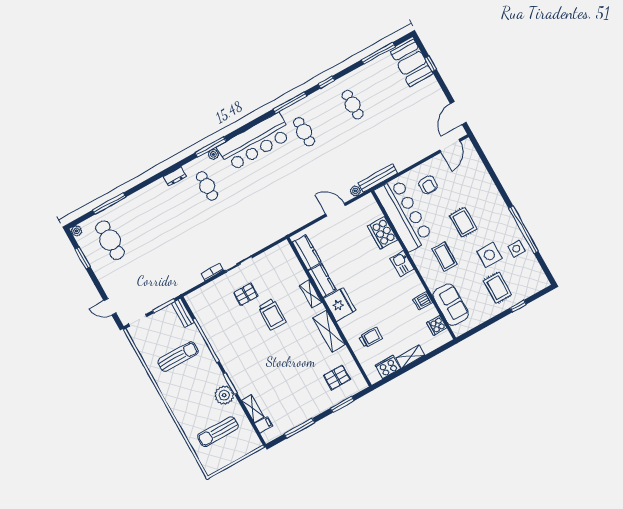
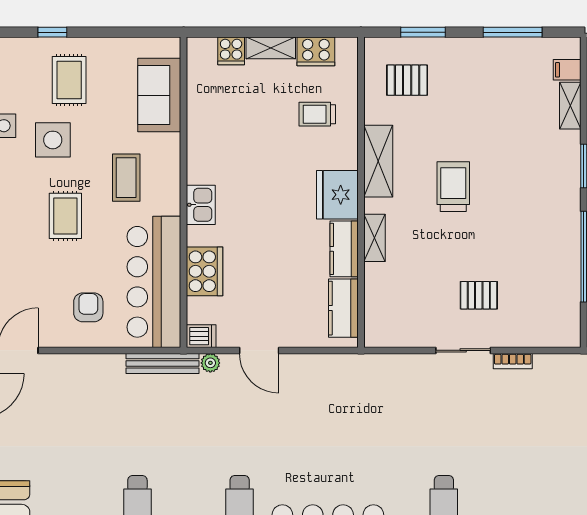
dishwasher: (423, 301) -> (201, 336), moved
trolley: (272, 314) -> (453, 187), moved
cooker: (437, 325) -> (231, 51), moved, turned 90

